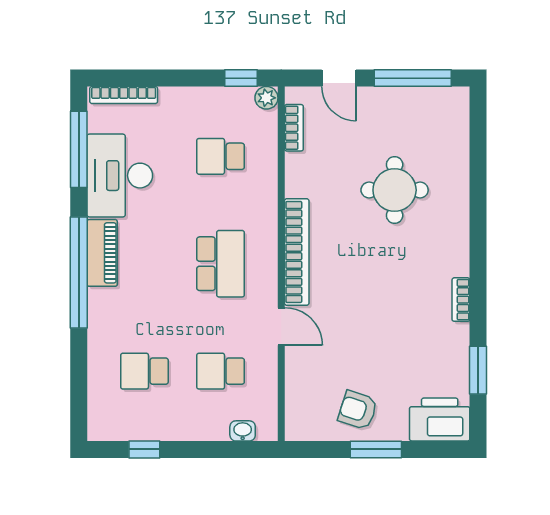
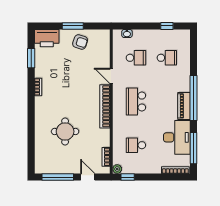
school desk: (221, 156) -> (136, 145), turned 180

